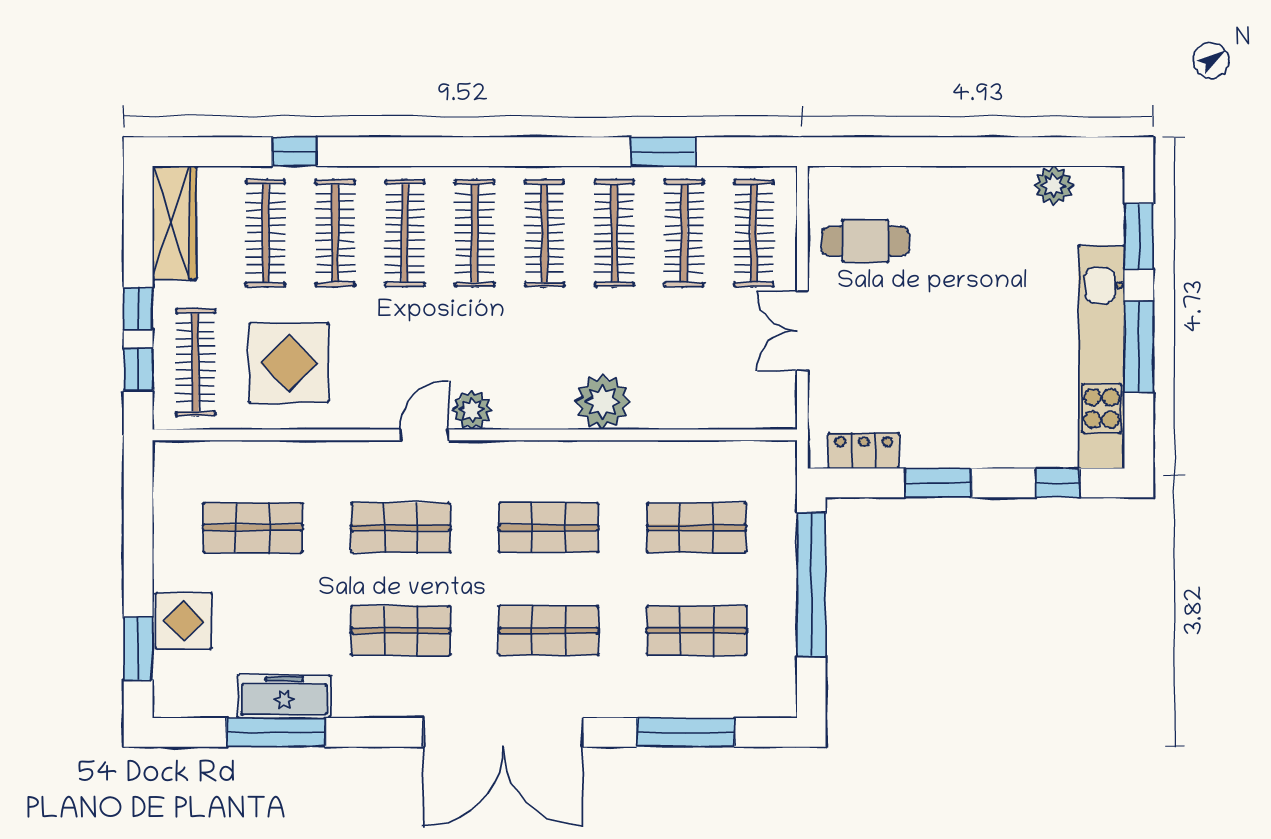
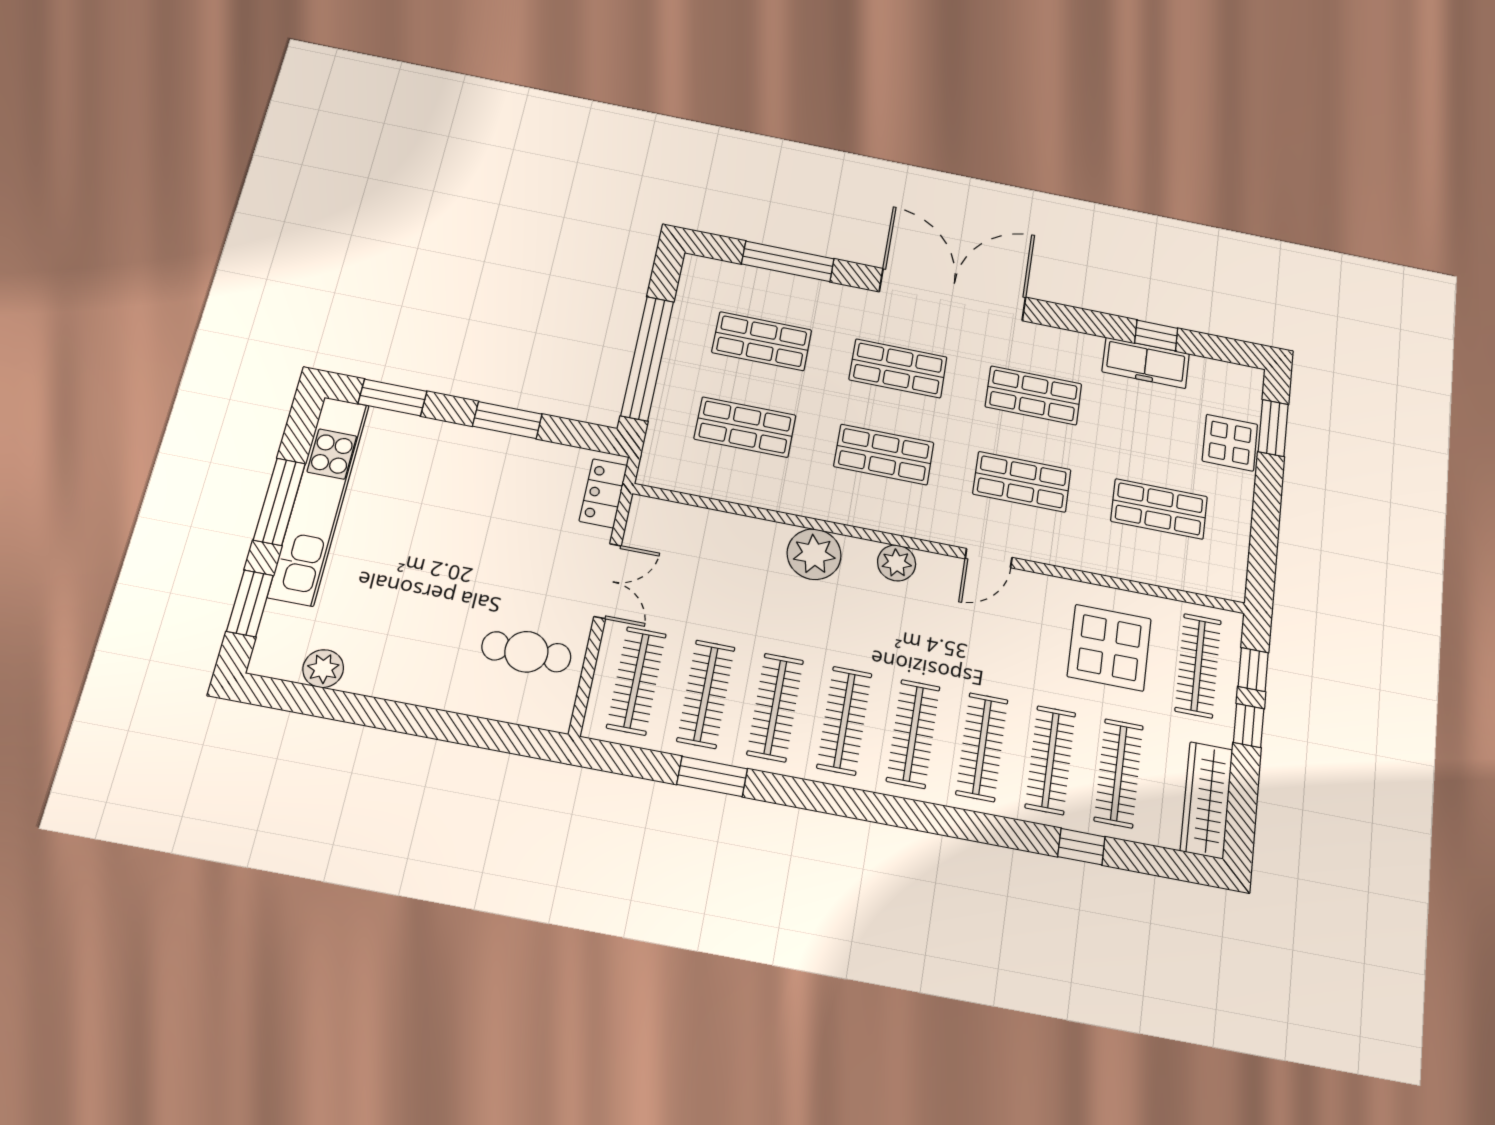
plant: (472, 410) -> (897, 563), moved
locker: (864, 451) -> (603, 493), moved, turned 90
window: (1058, 483) -> (392, 398), width x1.50
window: (276, 732) -> (1156, 336), width x0.46

